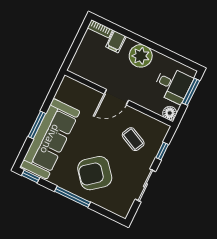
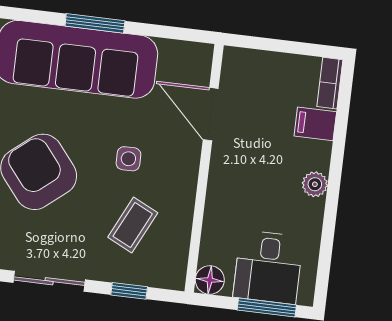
plant: (141, 56) -> (315, 184), width x0.53, depth x0.53
door: (116, 97) -> (211, 114), moved
side table: (103, 131) -> (128, 159), added

